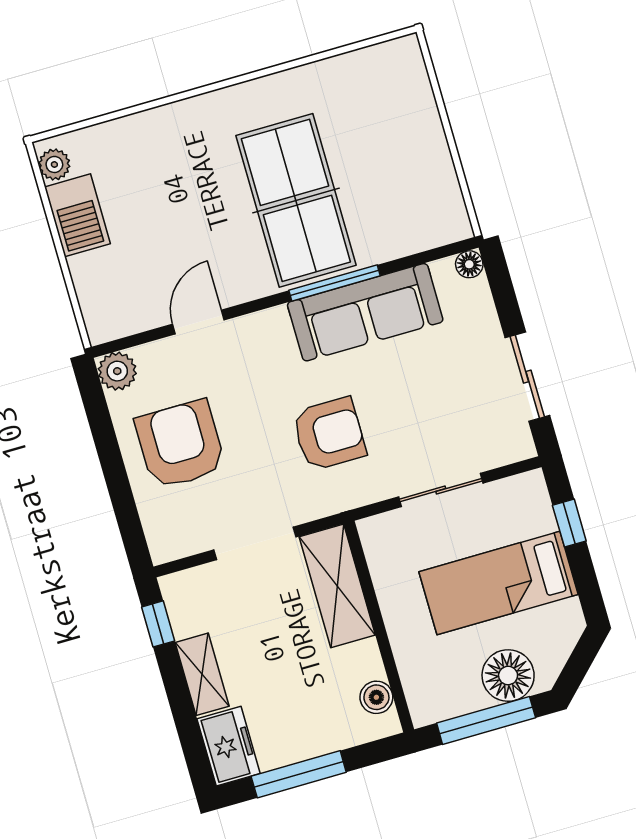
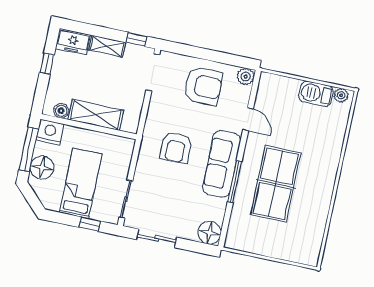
table tennis table: (296, 200) -> (276, 184), turned 90
floor lamp: (469, 264) -> (209, 233), width x1.89, depth x1.89
sofa: (365, 312) -> (222, 164), moved
sliding door: (441, 490) -> (126, 199), moved
doorway: (255, 543) -> (153, 72), moved
shelving: (337, 586) -> (96, 115), moved
nightstand: (430, 697) -> (50, 132), added
window: (299, 774) -> (47, 63), width x0.46

